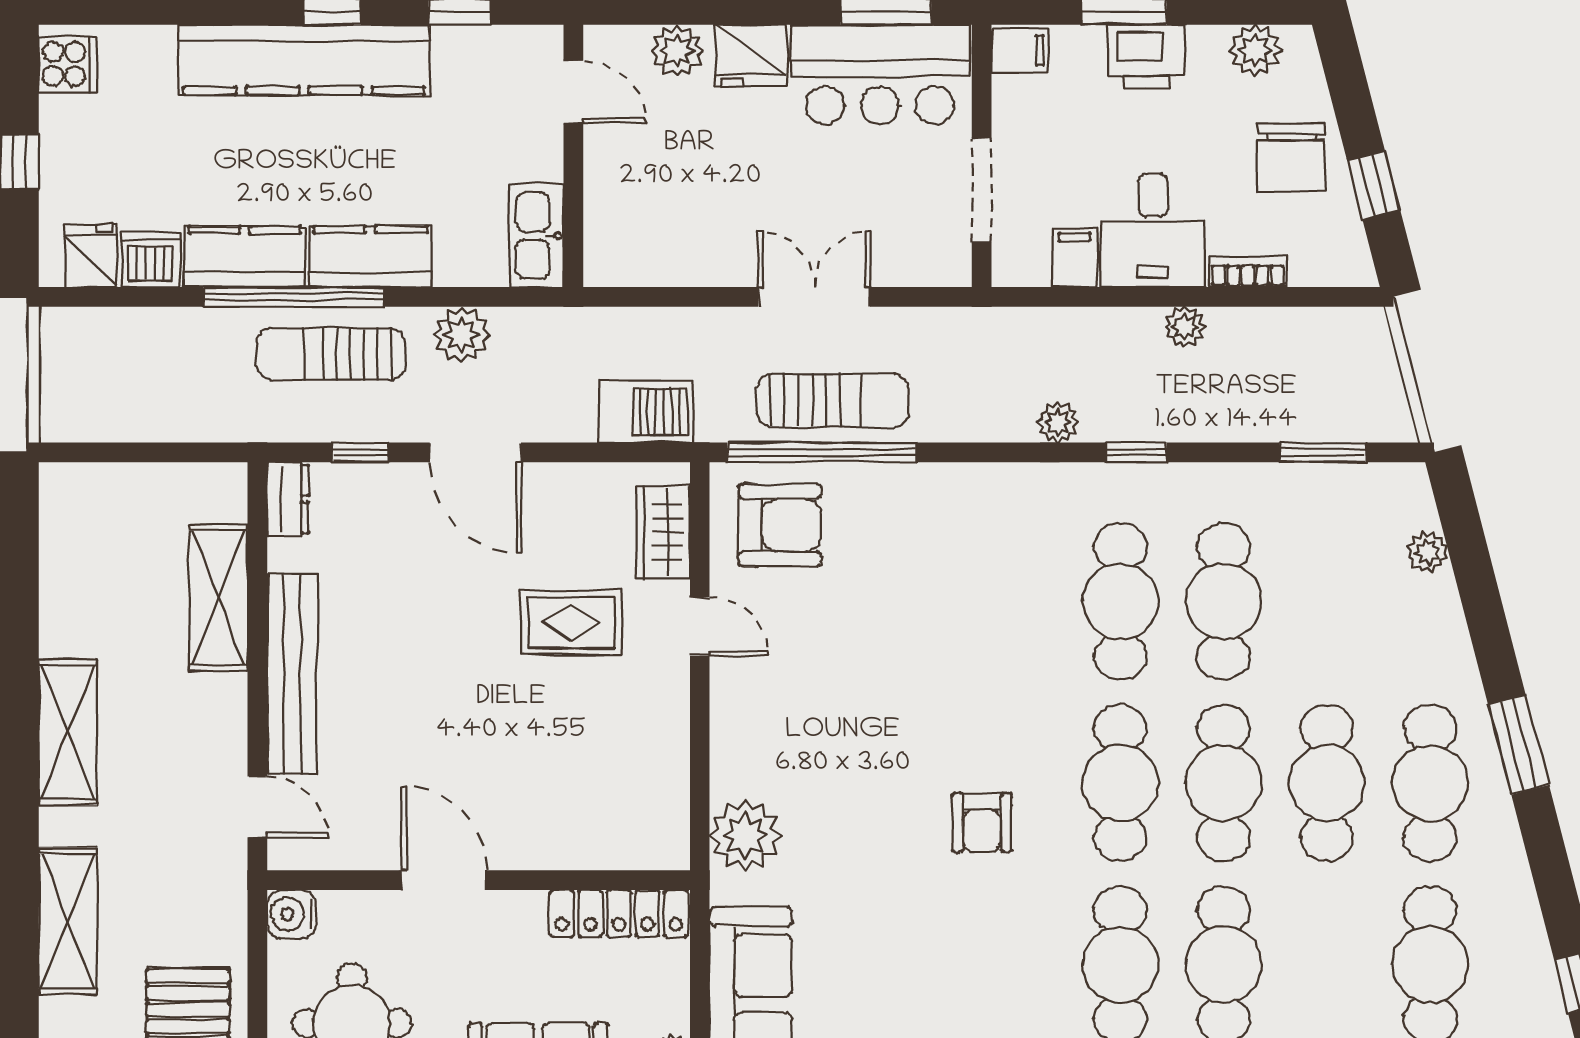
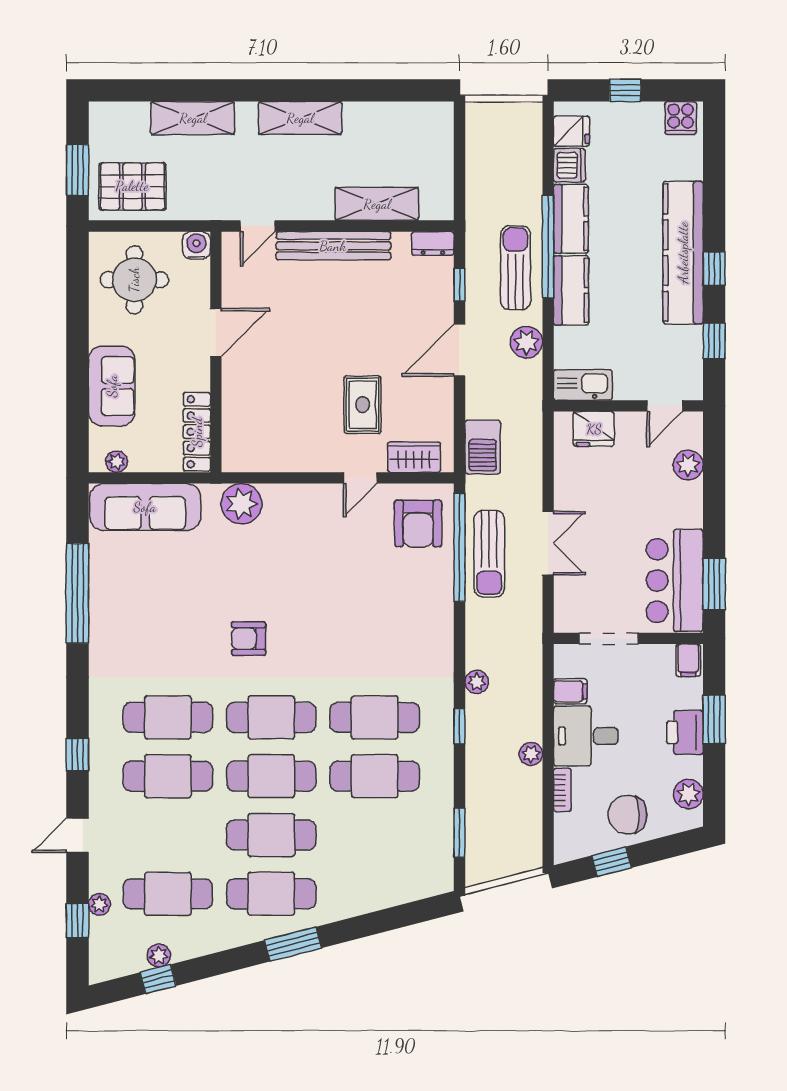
fridge: (751, 55) -> (594, 429), moved, turned -90
plant: (1427, 552) -> (159, 955), moved

